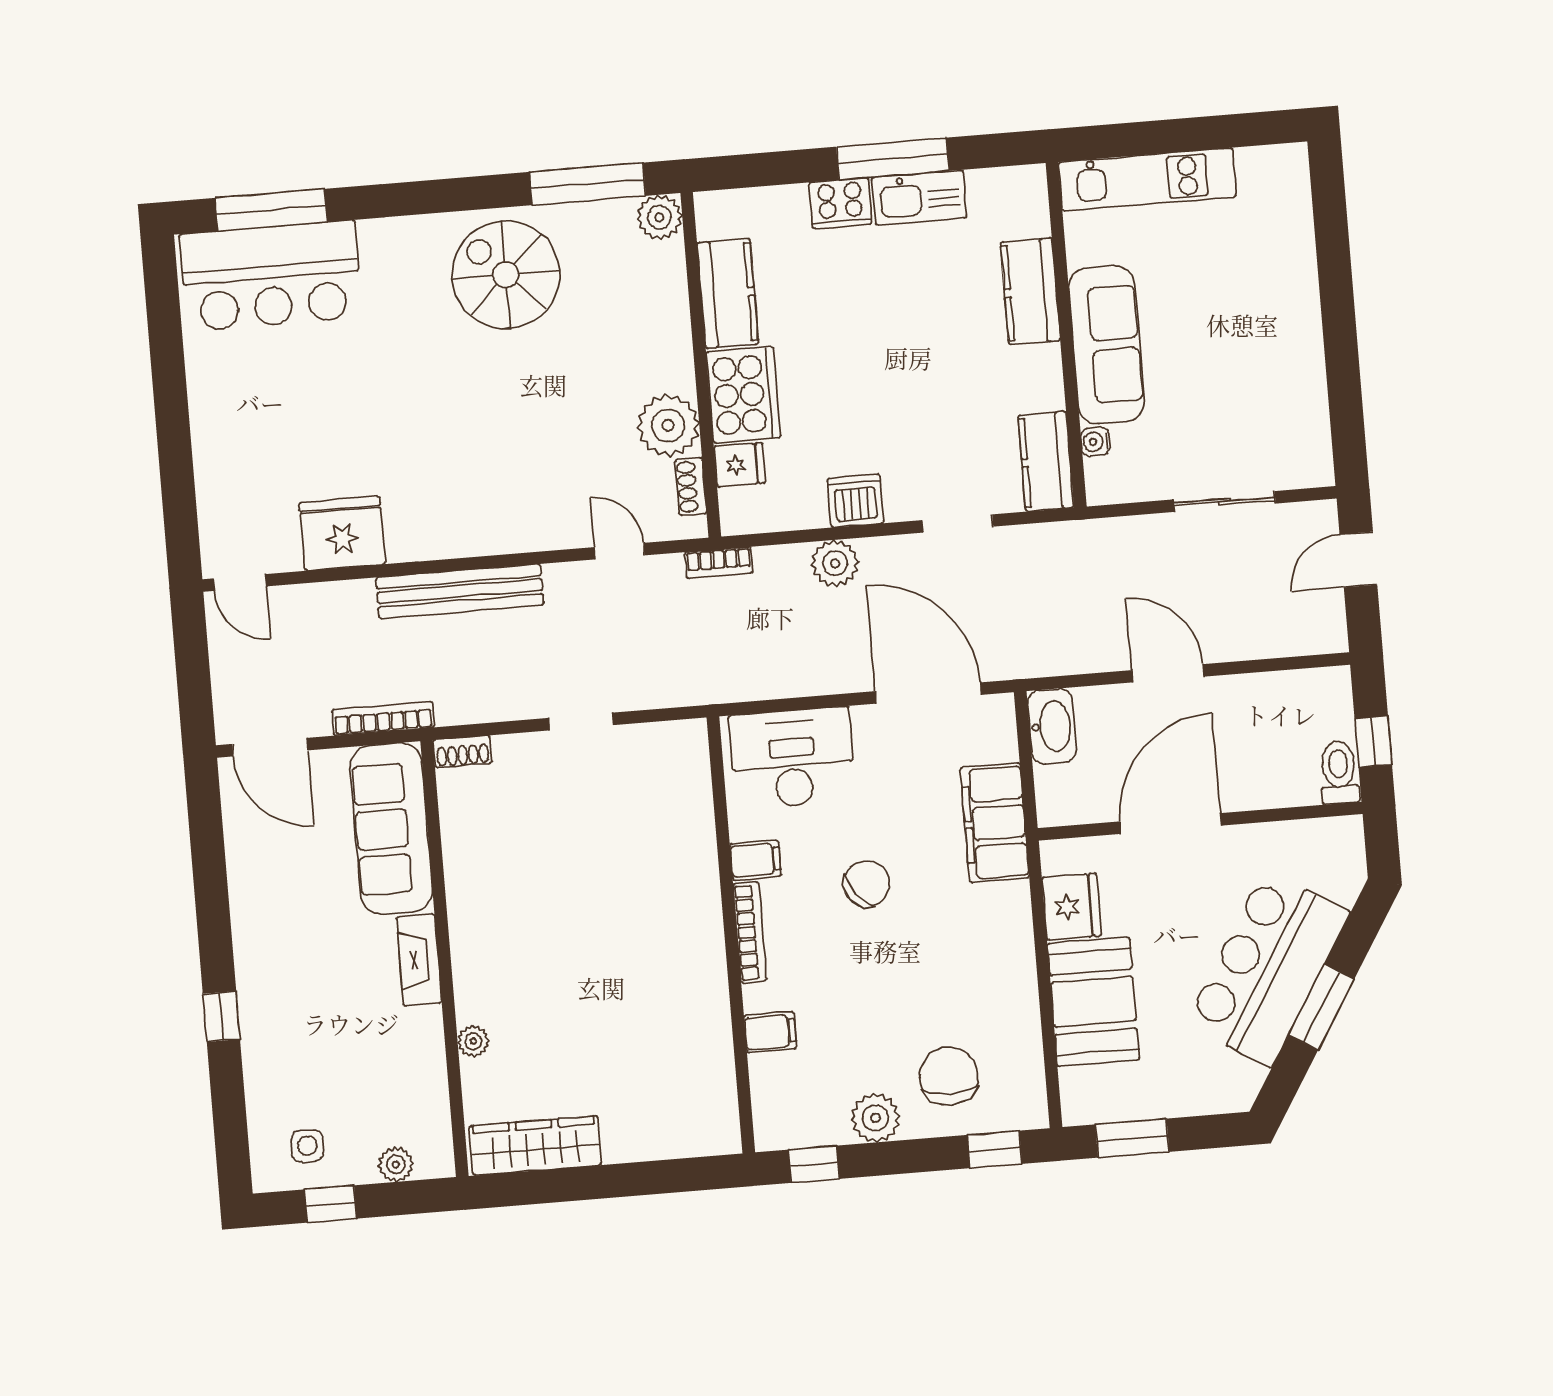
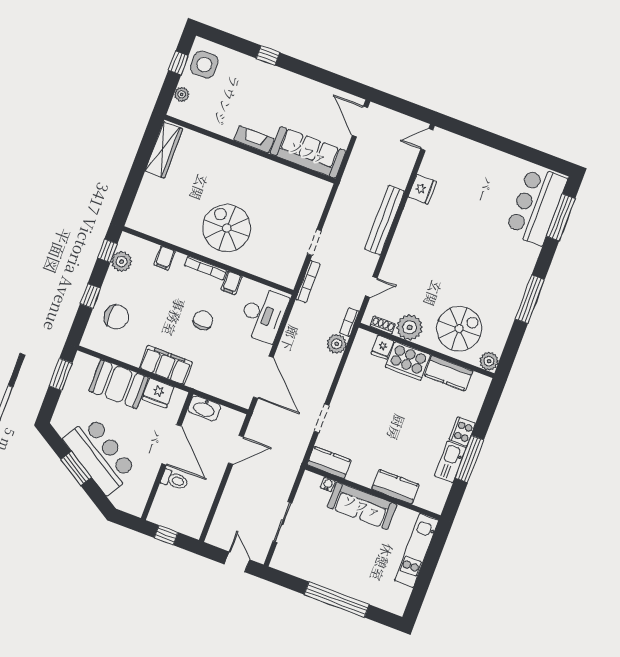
window: (587, 184) -> (530, 299), moved
spiral stairs: (506, 275) -> (459, 329), moved
window: (1337, 303) -> (337, 600), added
dishwasher: (856, 501) -> (348, 384), removed
fridge: (342, 533) -> (422, 189), width x0.73, depth x0.75
plant: (835, 563) -> (337, 344), moved
door: (1168, 673) -> (236, 450), moved
door: (928, 693) -> (263, 377), hinge flipped
bookcase: (383, 719) -> (308, 282), moved
washbasin: (1052, 726) -> (204, 408), moved
door: (270, 747) -> (360, 121), hinge flipped
shoe rack: (462, 752) -> (324, 193), removed
toilet: (1339, 772) -> (175, 480), moved
filing cabinet: (995, 823) -> (166, 365), moved
chair: (866, 884) -> (203, 320), turned -141
spiral stairs: (641, 927) -> (227, 228), added
plant: (473, 1041) -> (214, 145), removed
plant: (875, 1118) -> (122, 262), moved
side table: (307, 1146) -> (204, 65), width x1.87, depth x1.87
window: (995, 1149) -> (90, 296), moved

